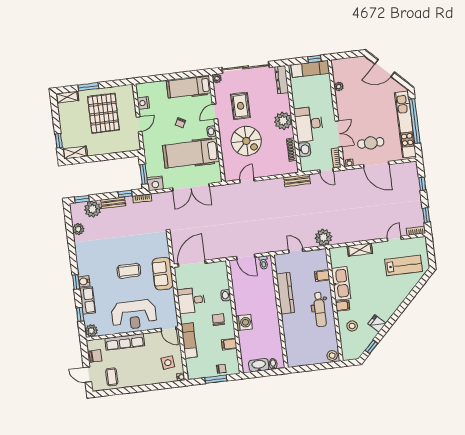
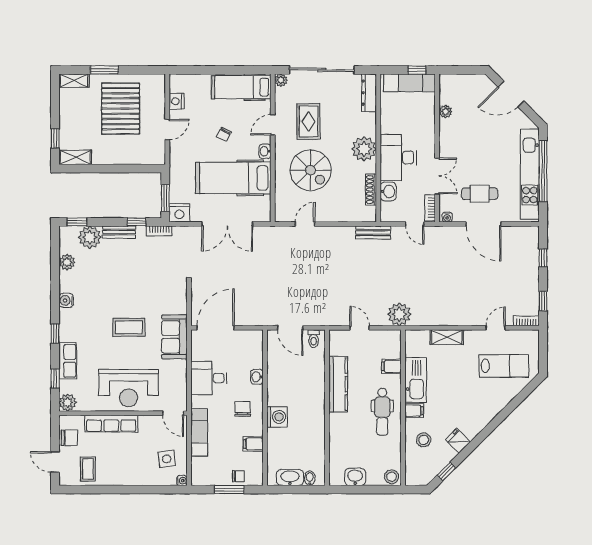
water cooler: (84, 281) -> (66, 300), moved
washbasin: (306, 359) -> (355, 477), added

